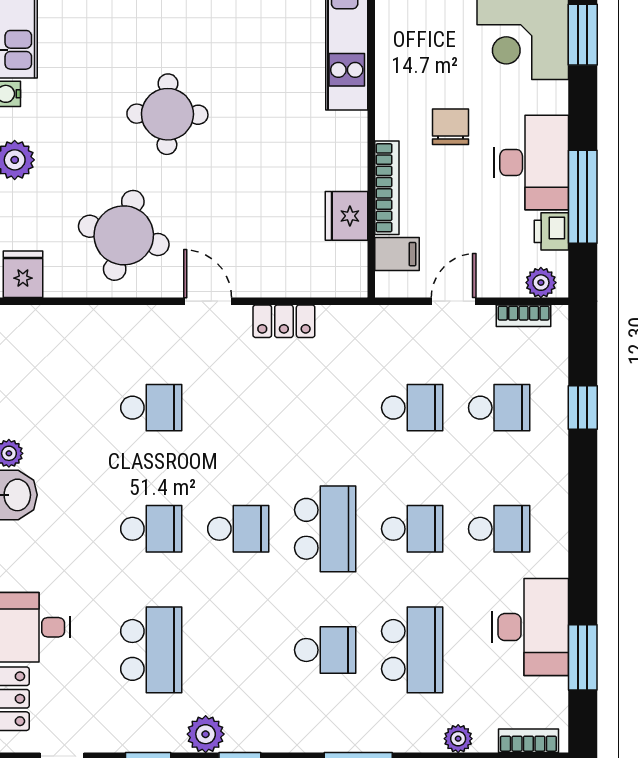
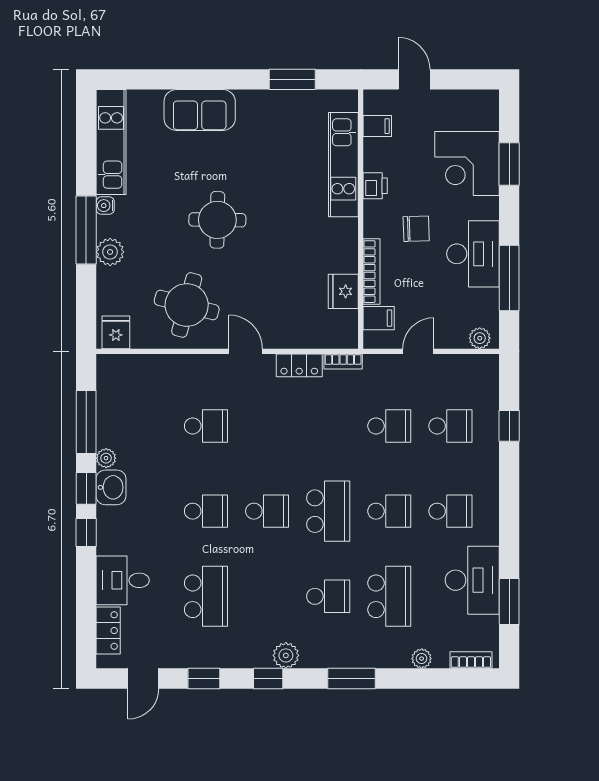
chair: (451, 127) -> (416, 229), turned 88
printer: (551, 231) -> (375, 186), moved, turned 180
bookcase: (524, 316) -> (343, 361), moved
plant: (206, 734) -> (286, 655), moved

